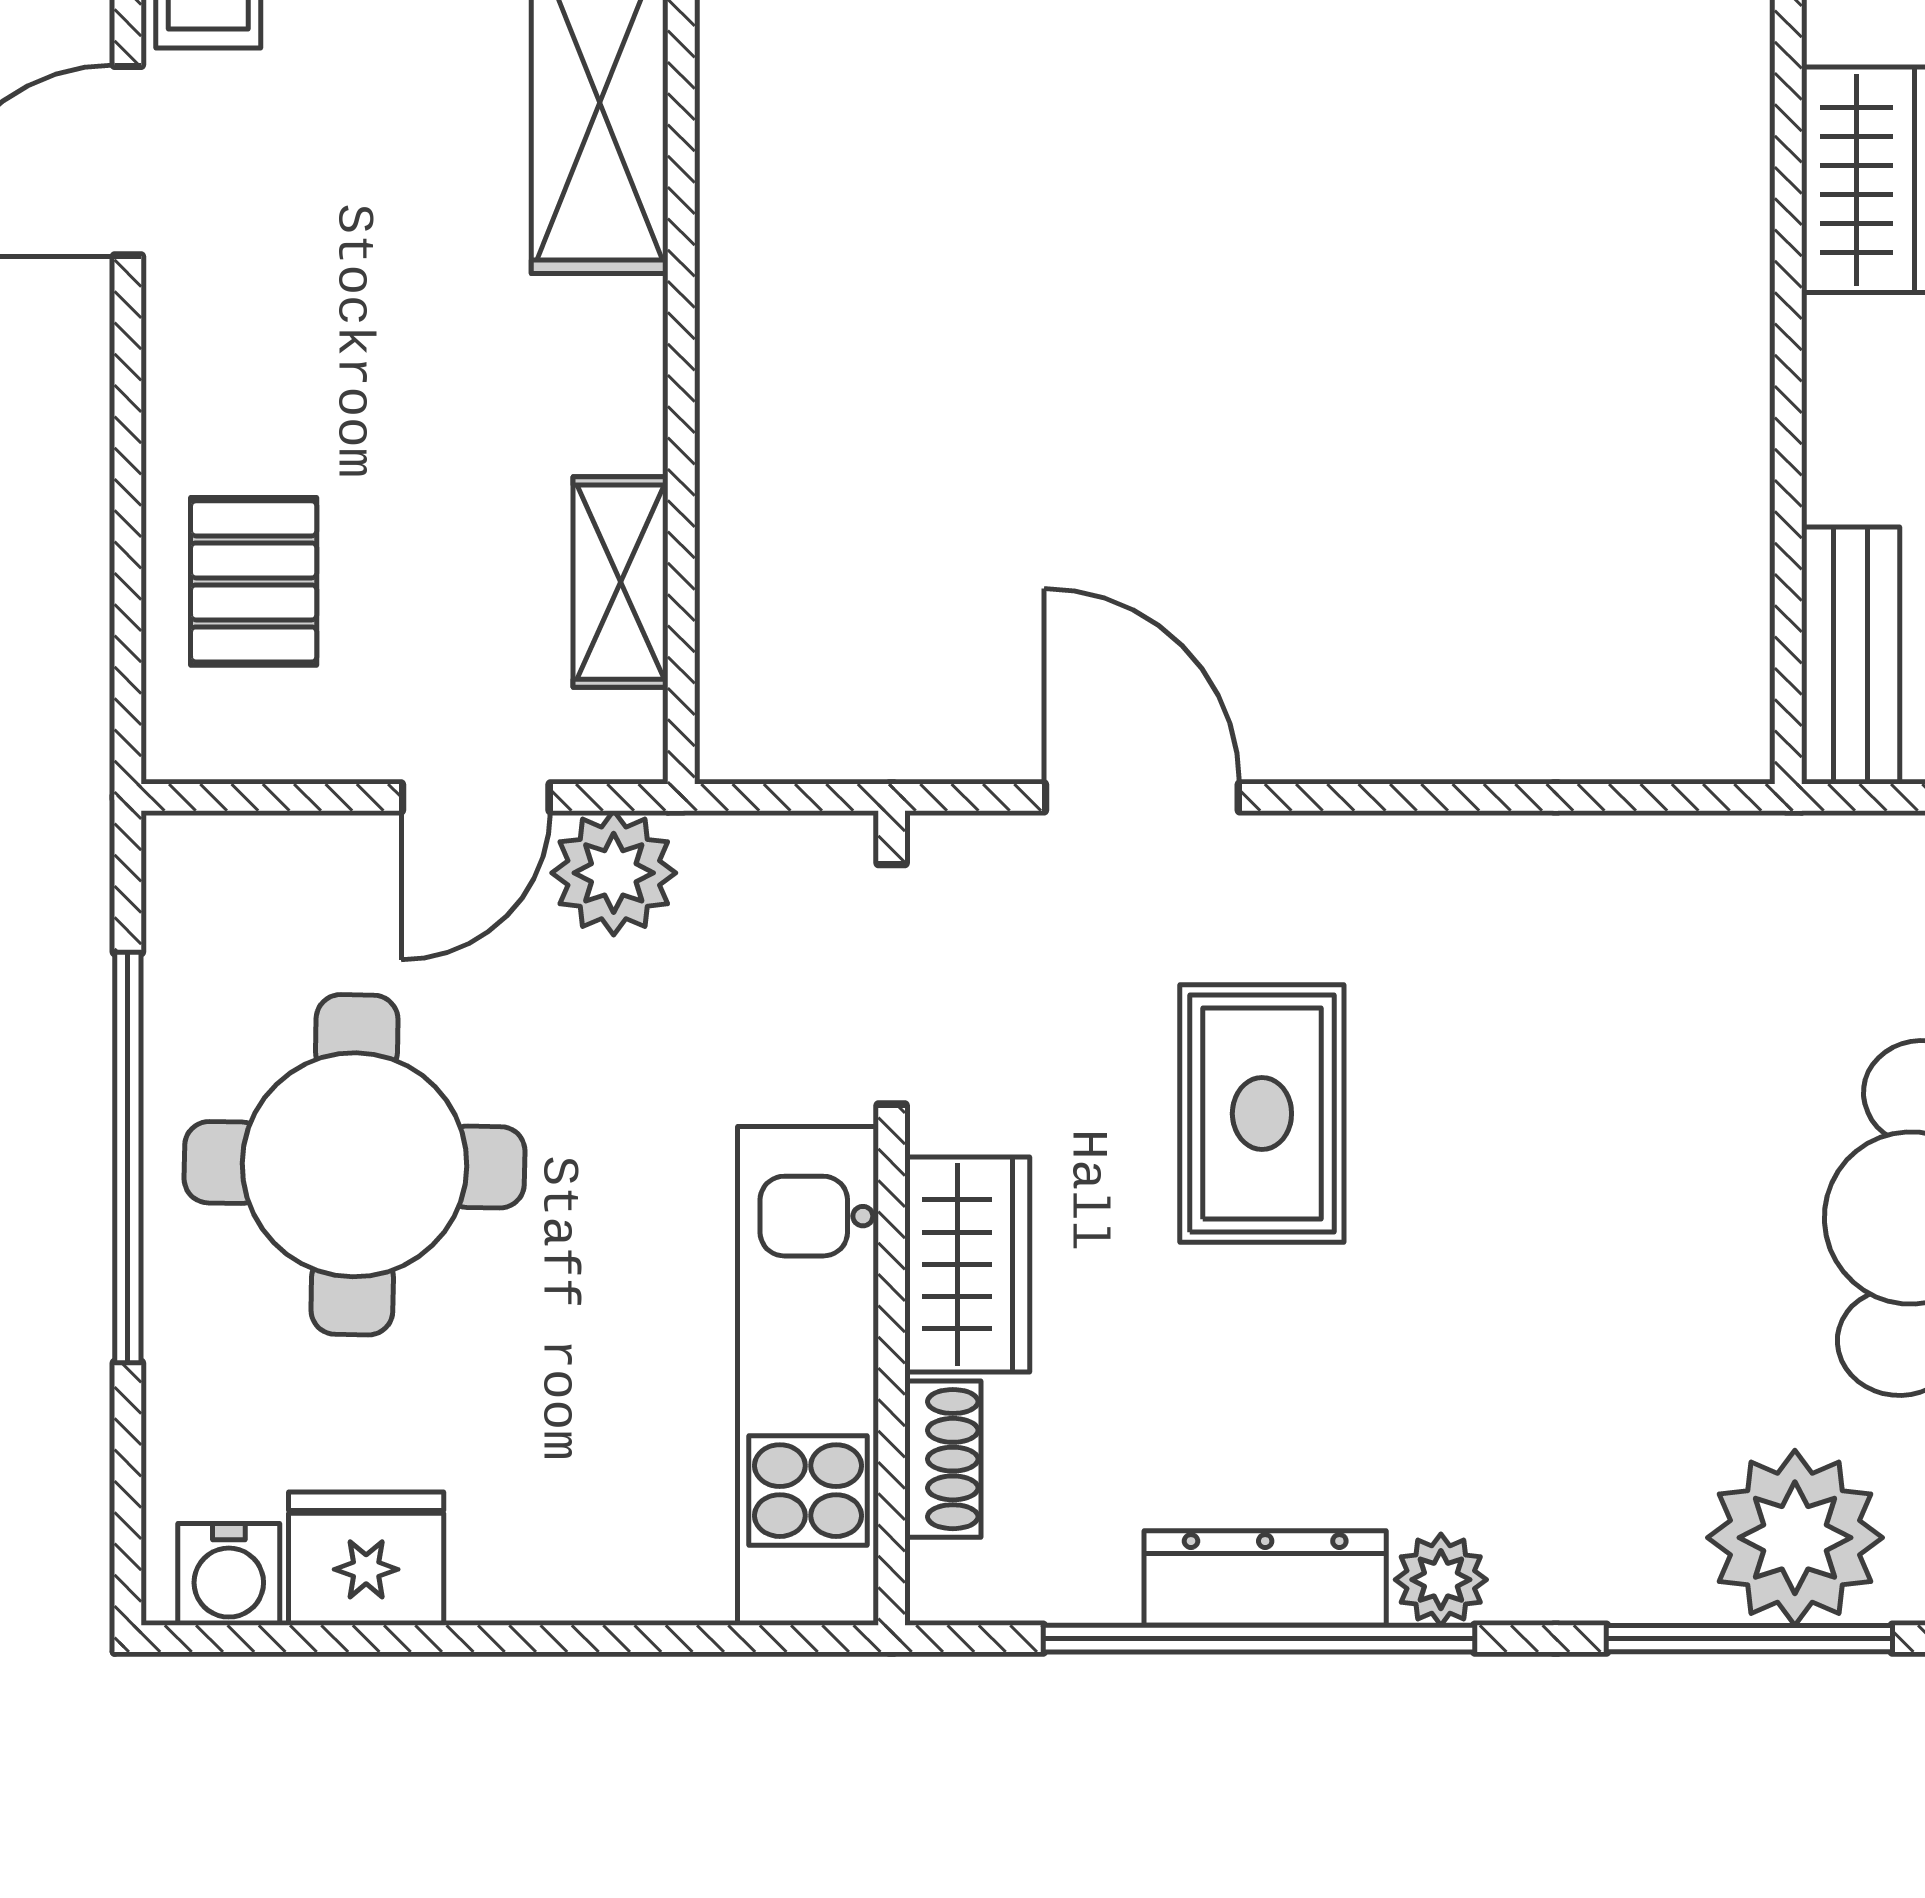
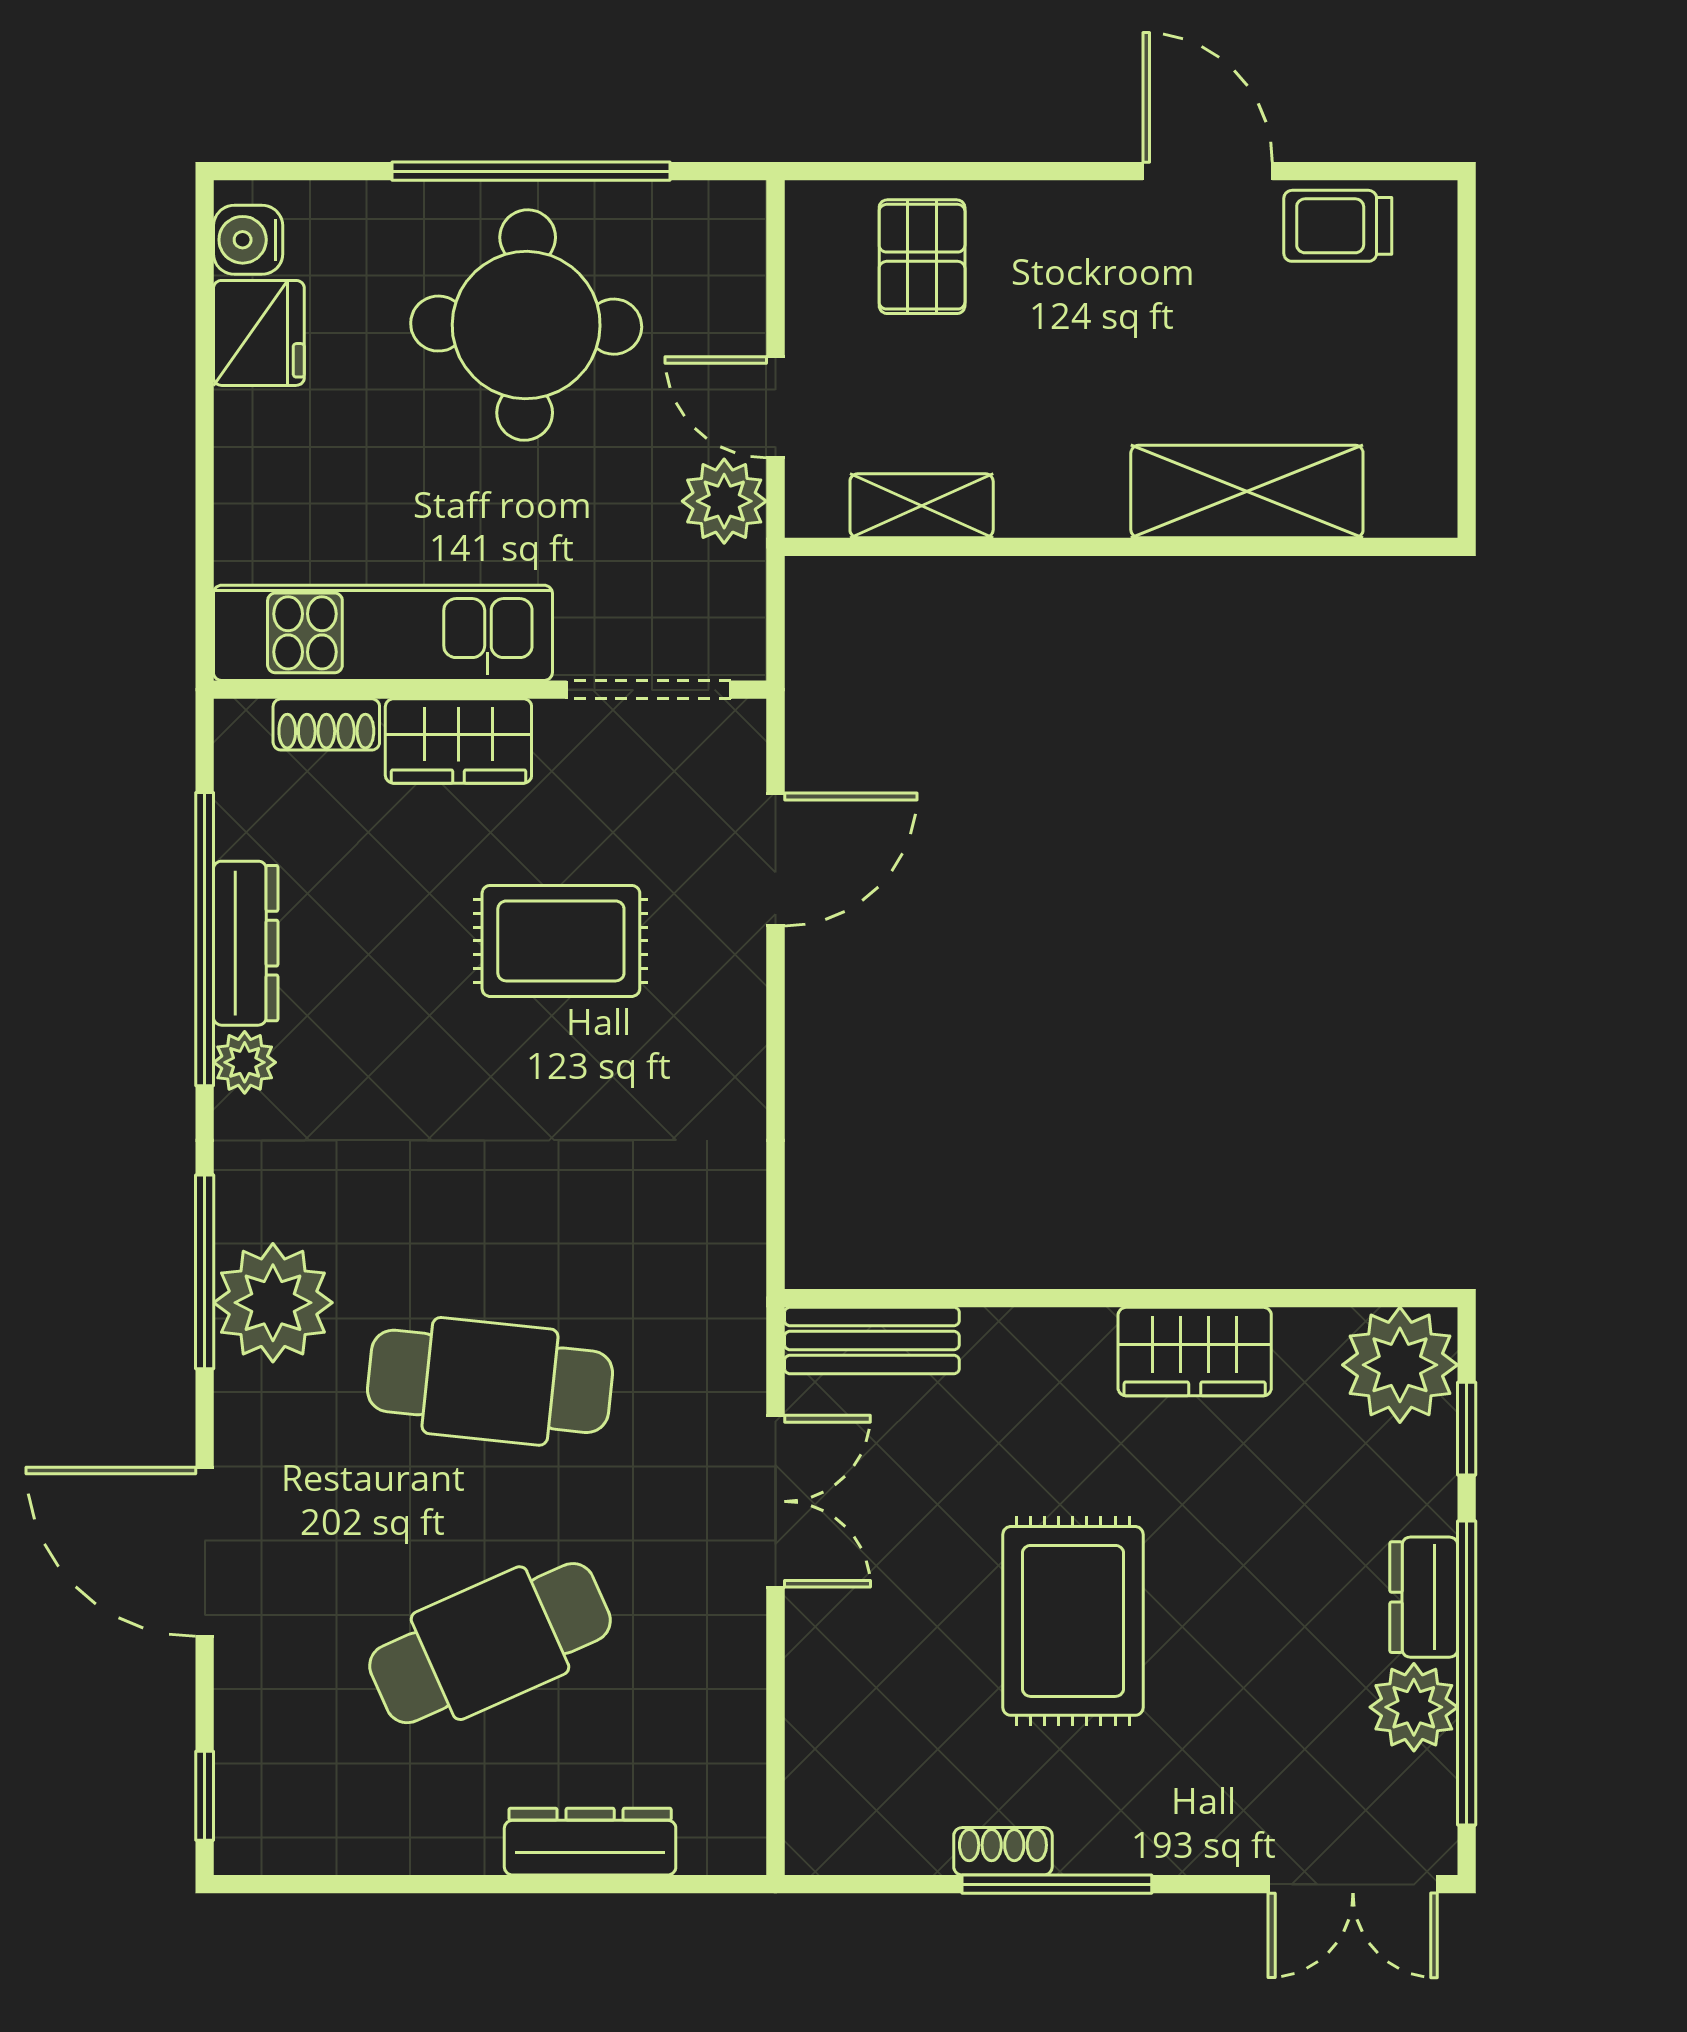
pallet: (254, 581) -> (922, 257), turned 90

